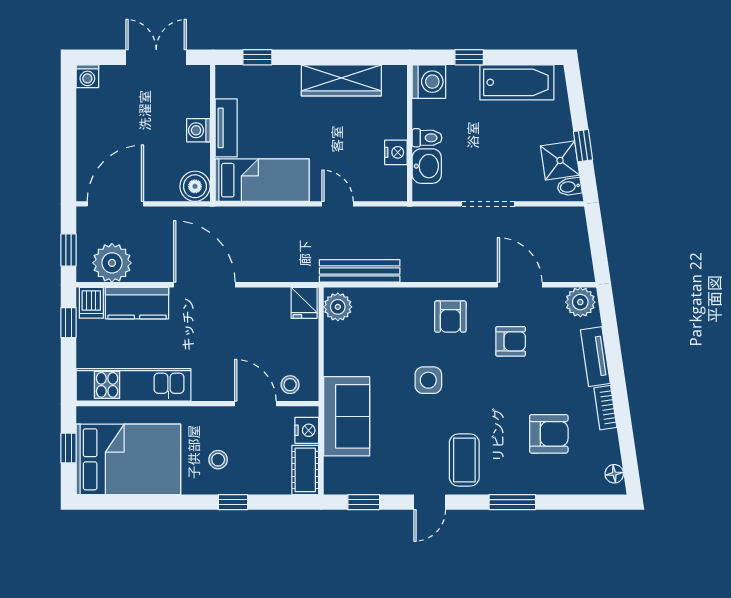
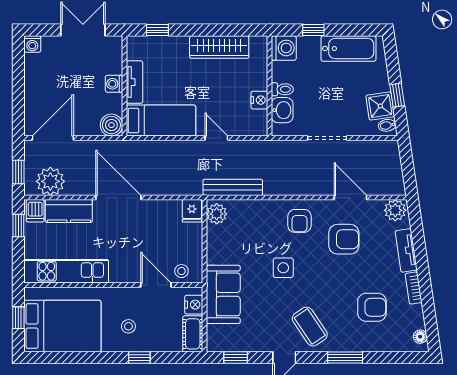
armchair: (511, 341) -> (344, 239), width x1.38, depth x1.38
coffee table: (464, 460) -> (310, 327), turned -34

